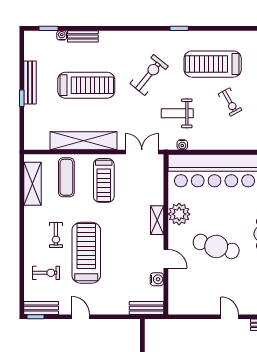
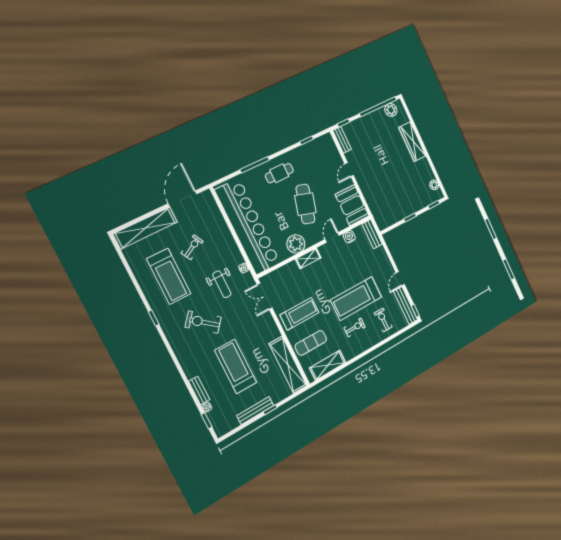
shelving: (84, 141) -> (288, 365), moved
booth: (189, 300) -> (352, 205), added
bench: (41, 308) -> (406, 306), width x1.36

